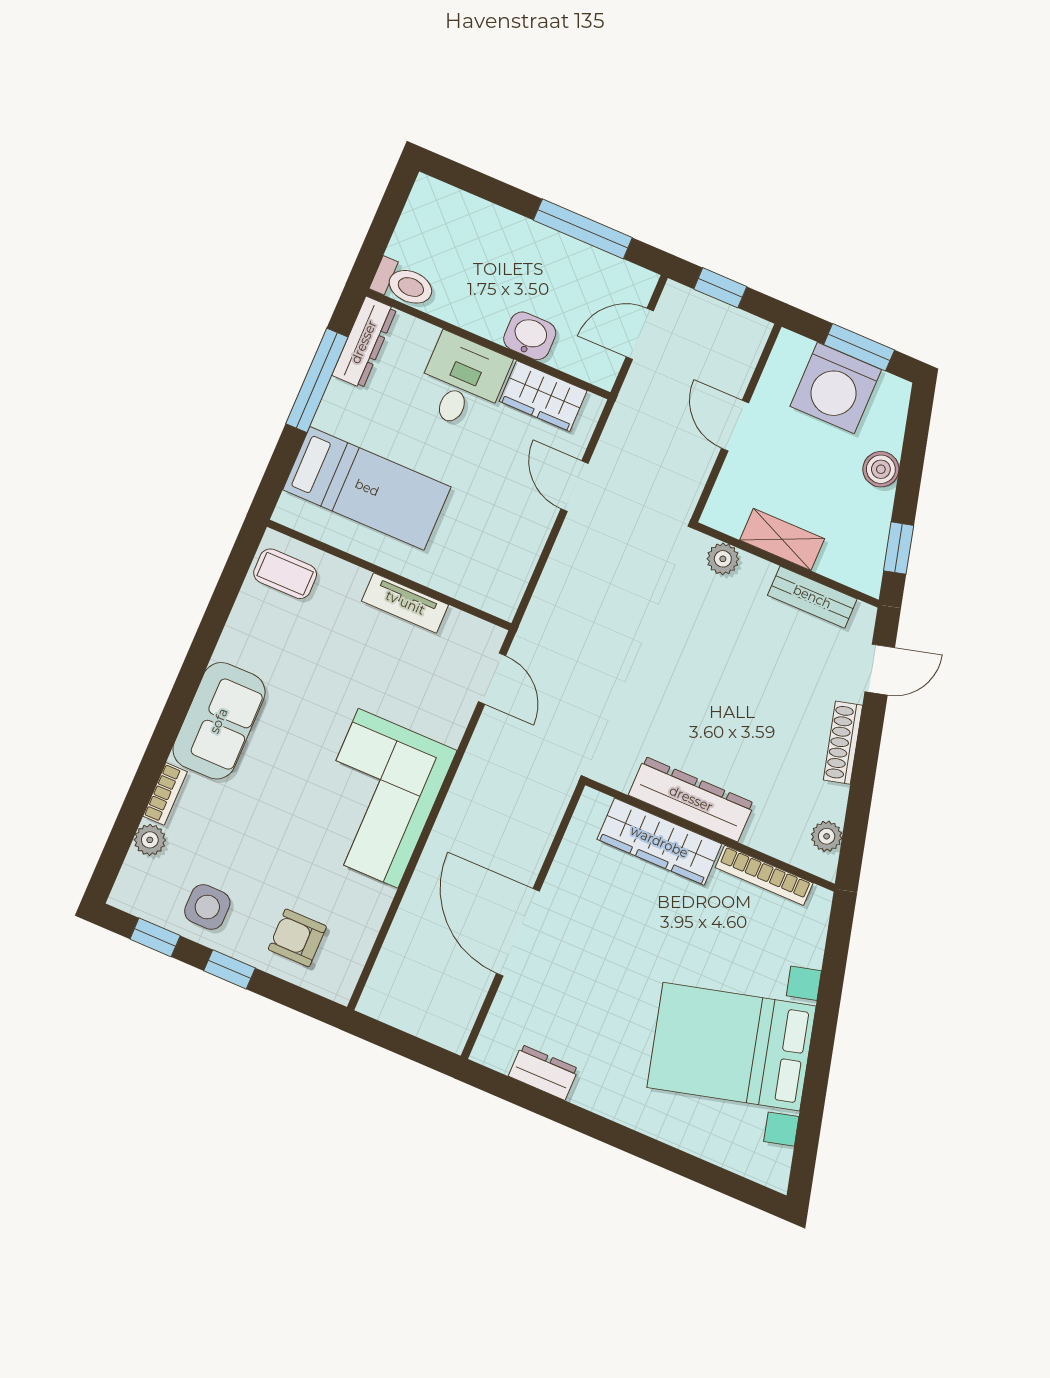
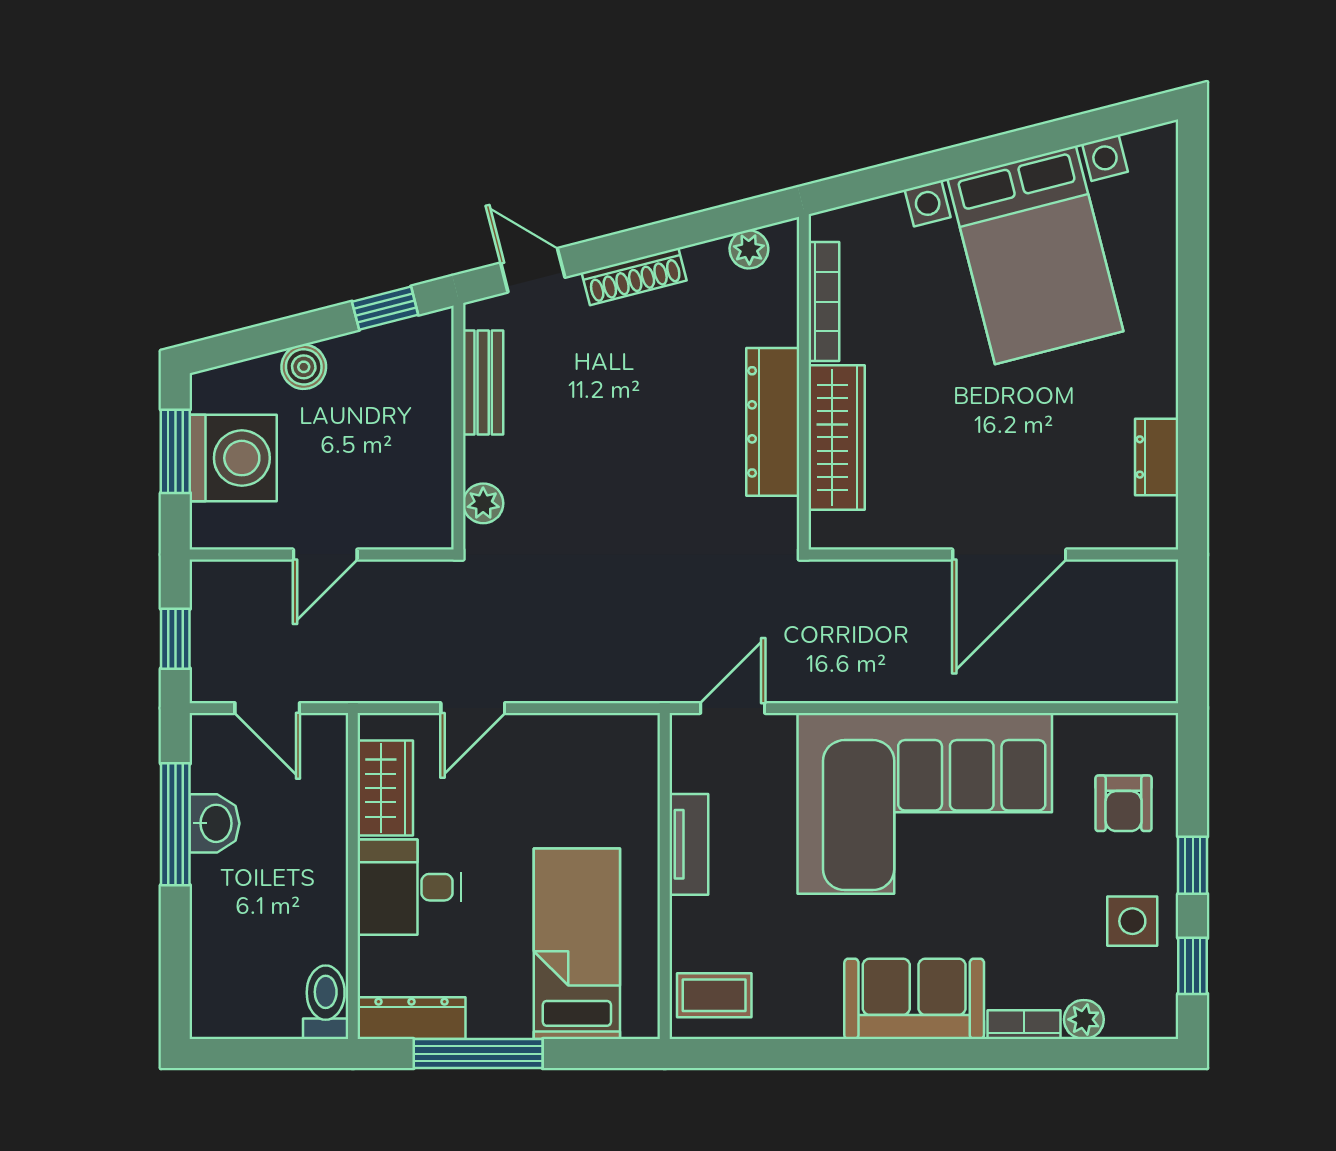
washbasin: (530, 336) -> (215, 823), moved, turned 180
shelving: (782, 539) -> (432, 445), removed
coffee table: (285, 574) -> (714, 995), turned 90
corner sofa: (378, 798) -> (925, 803), width x1.36, depth x1.36

